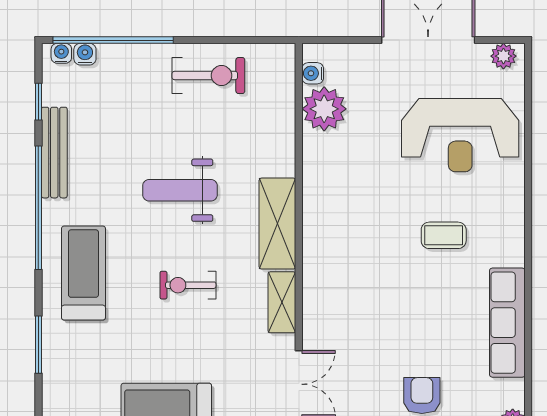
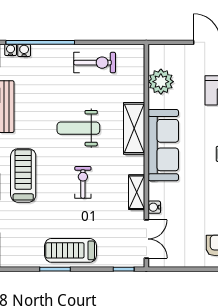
water cooler: (313, 73) -> (154, 207), moved
sofa: (328, 220) -> (163, 145), added
shelving: (277, 224) -> (134, 128), moved
exercise bike: (188, 285) -> (83, 182), turned 90

